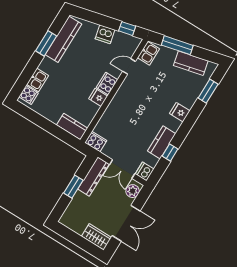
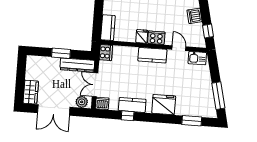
window: (177, 45) -> (218, 96), moved
kitchen counter: (191, 63) -> (152, 55), moved, turned -77
fridge: (180, 112) -> (164, 105), width x1.88, depth x1.34

